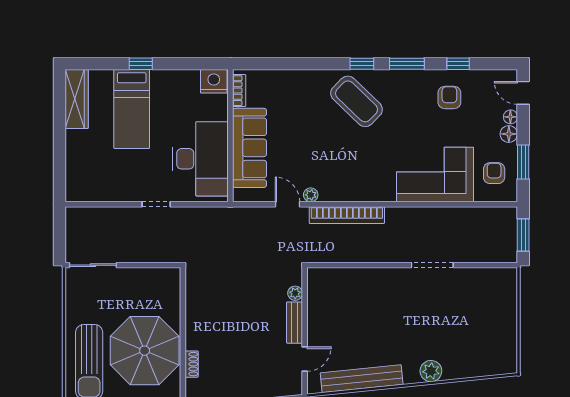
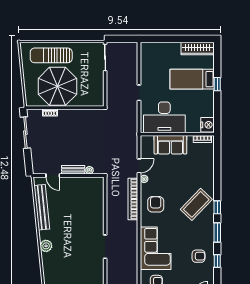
sofa: (250, 148) -> (170, 145), width x0.73
armchair: (356, 174) -> (156, 204), added

